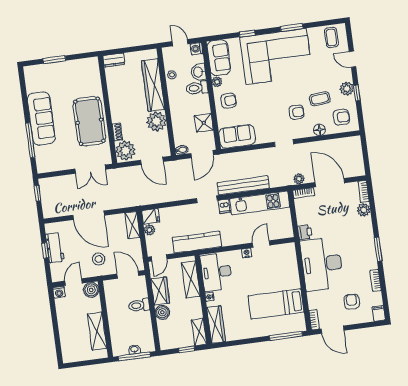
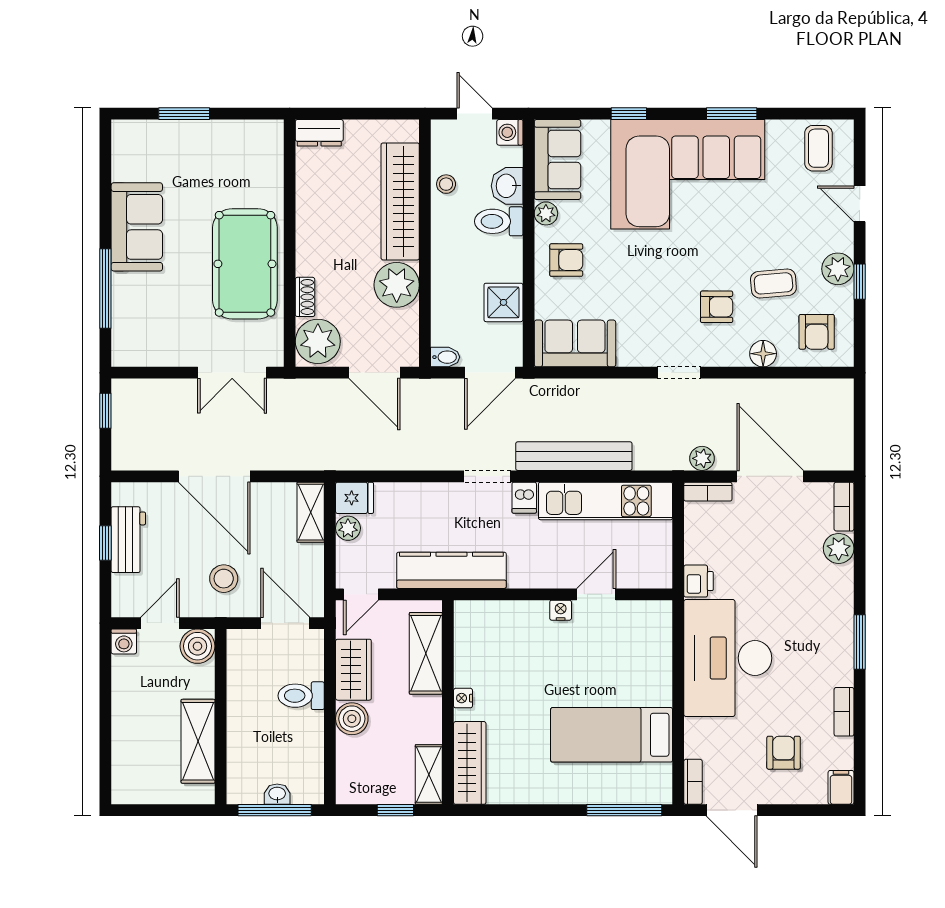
armchair: (341, 117) -> (817, 332), turned 90
sofa: (41, 118) -> (137, 227), width x0.73
desk: (216, 272) -> (486, 644), removed

